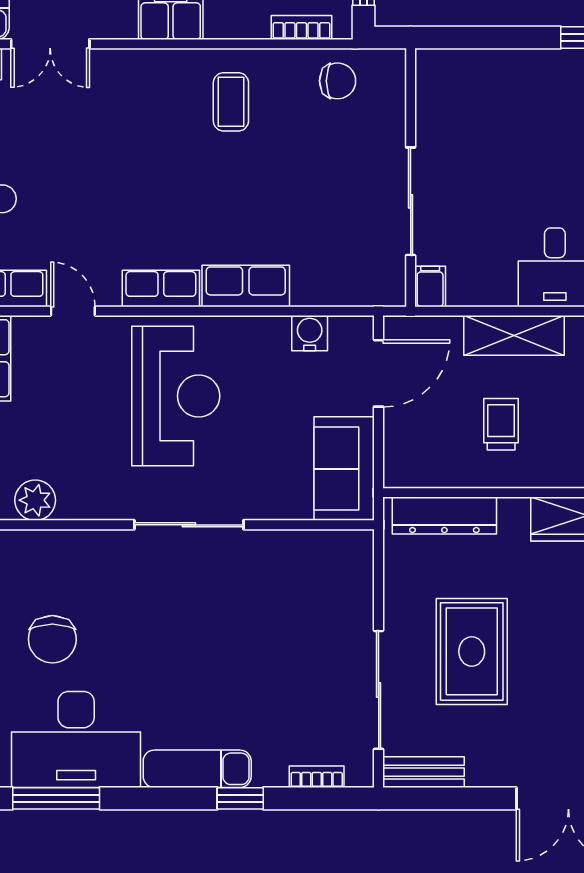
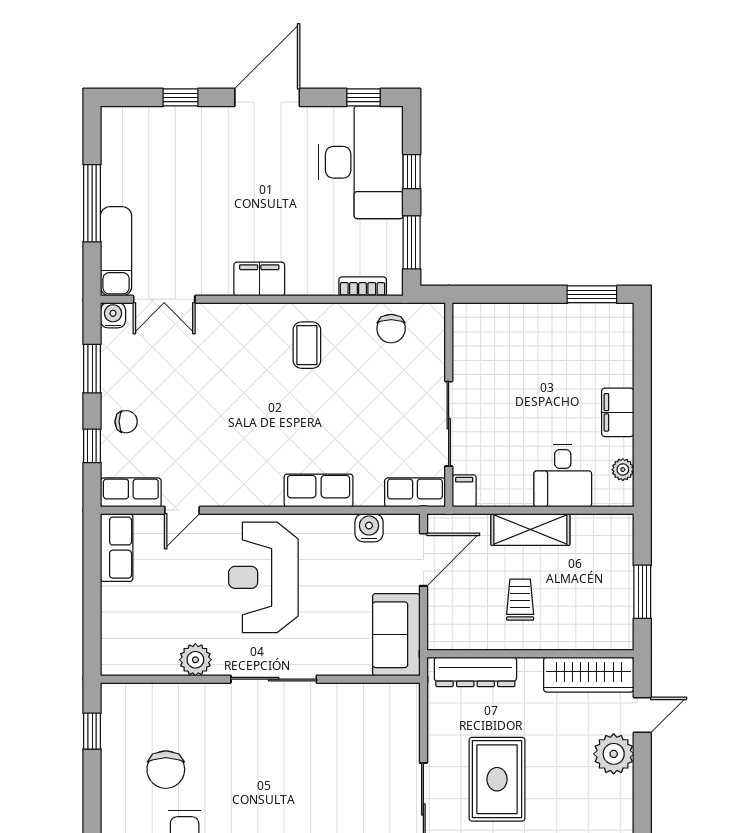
chair: (338, 81) -> (391, 329), turned 90
row of seats: (161, 288) -> (415, 492), moved
door: (73, 311) -> (182, 510), swing flipped
reception desk: (176, 396) -> (263, 577), turned 180
plant: (35, 500) -> (195, 660), moved

